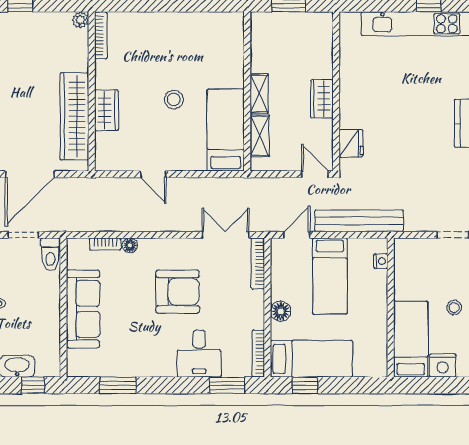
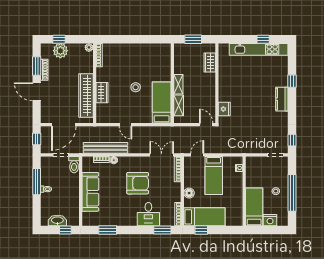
plant: (23, 26) -> (60, 51), added
wardrobe: (322, 99) -> (210, 62), moved
bench: (359, 221) -> (105, 148), moved

